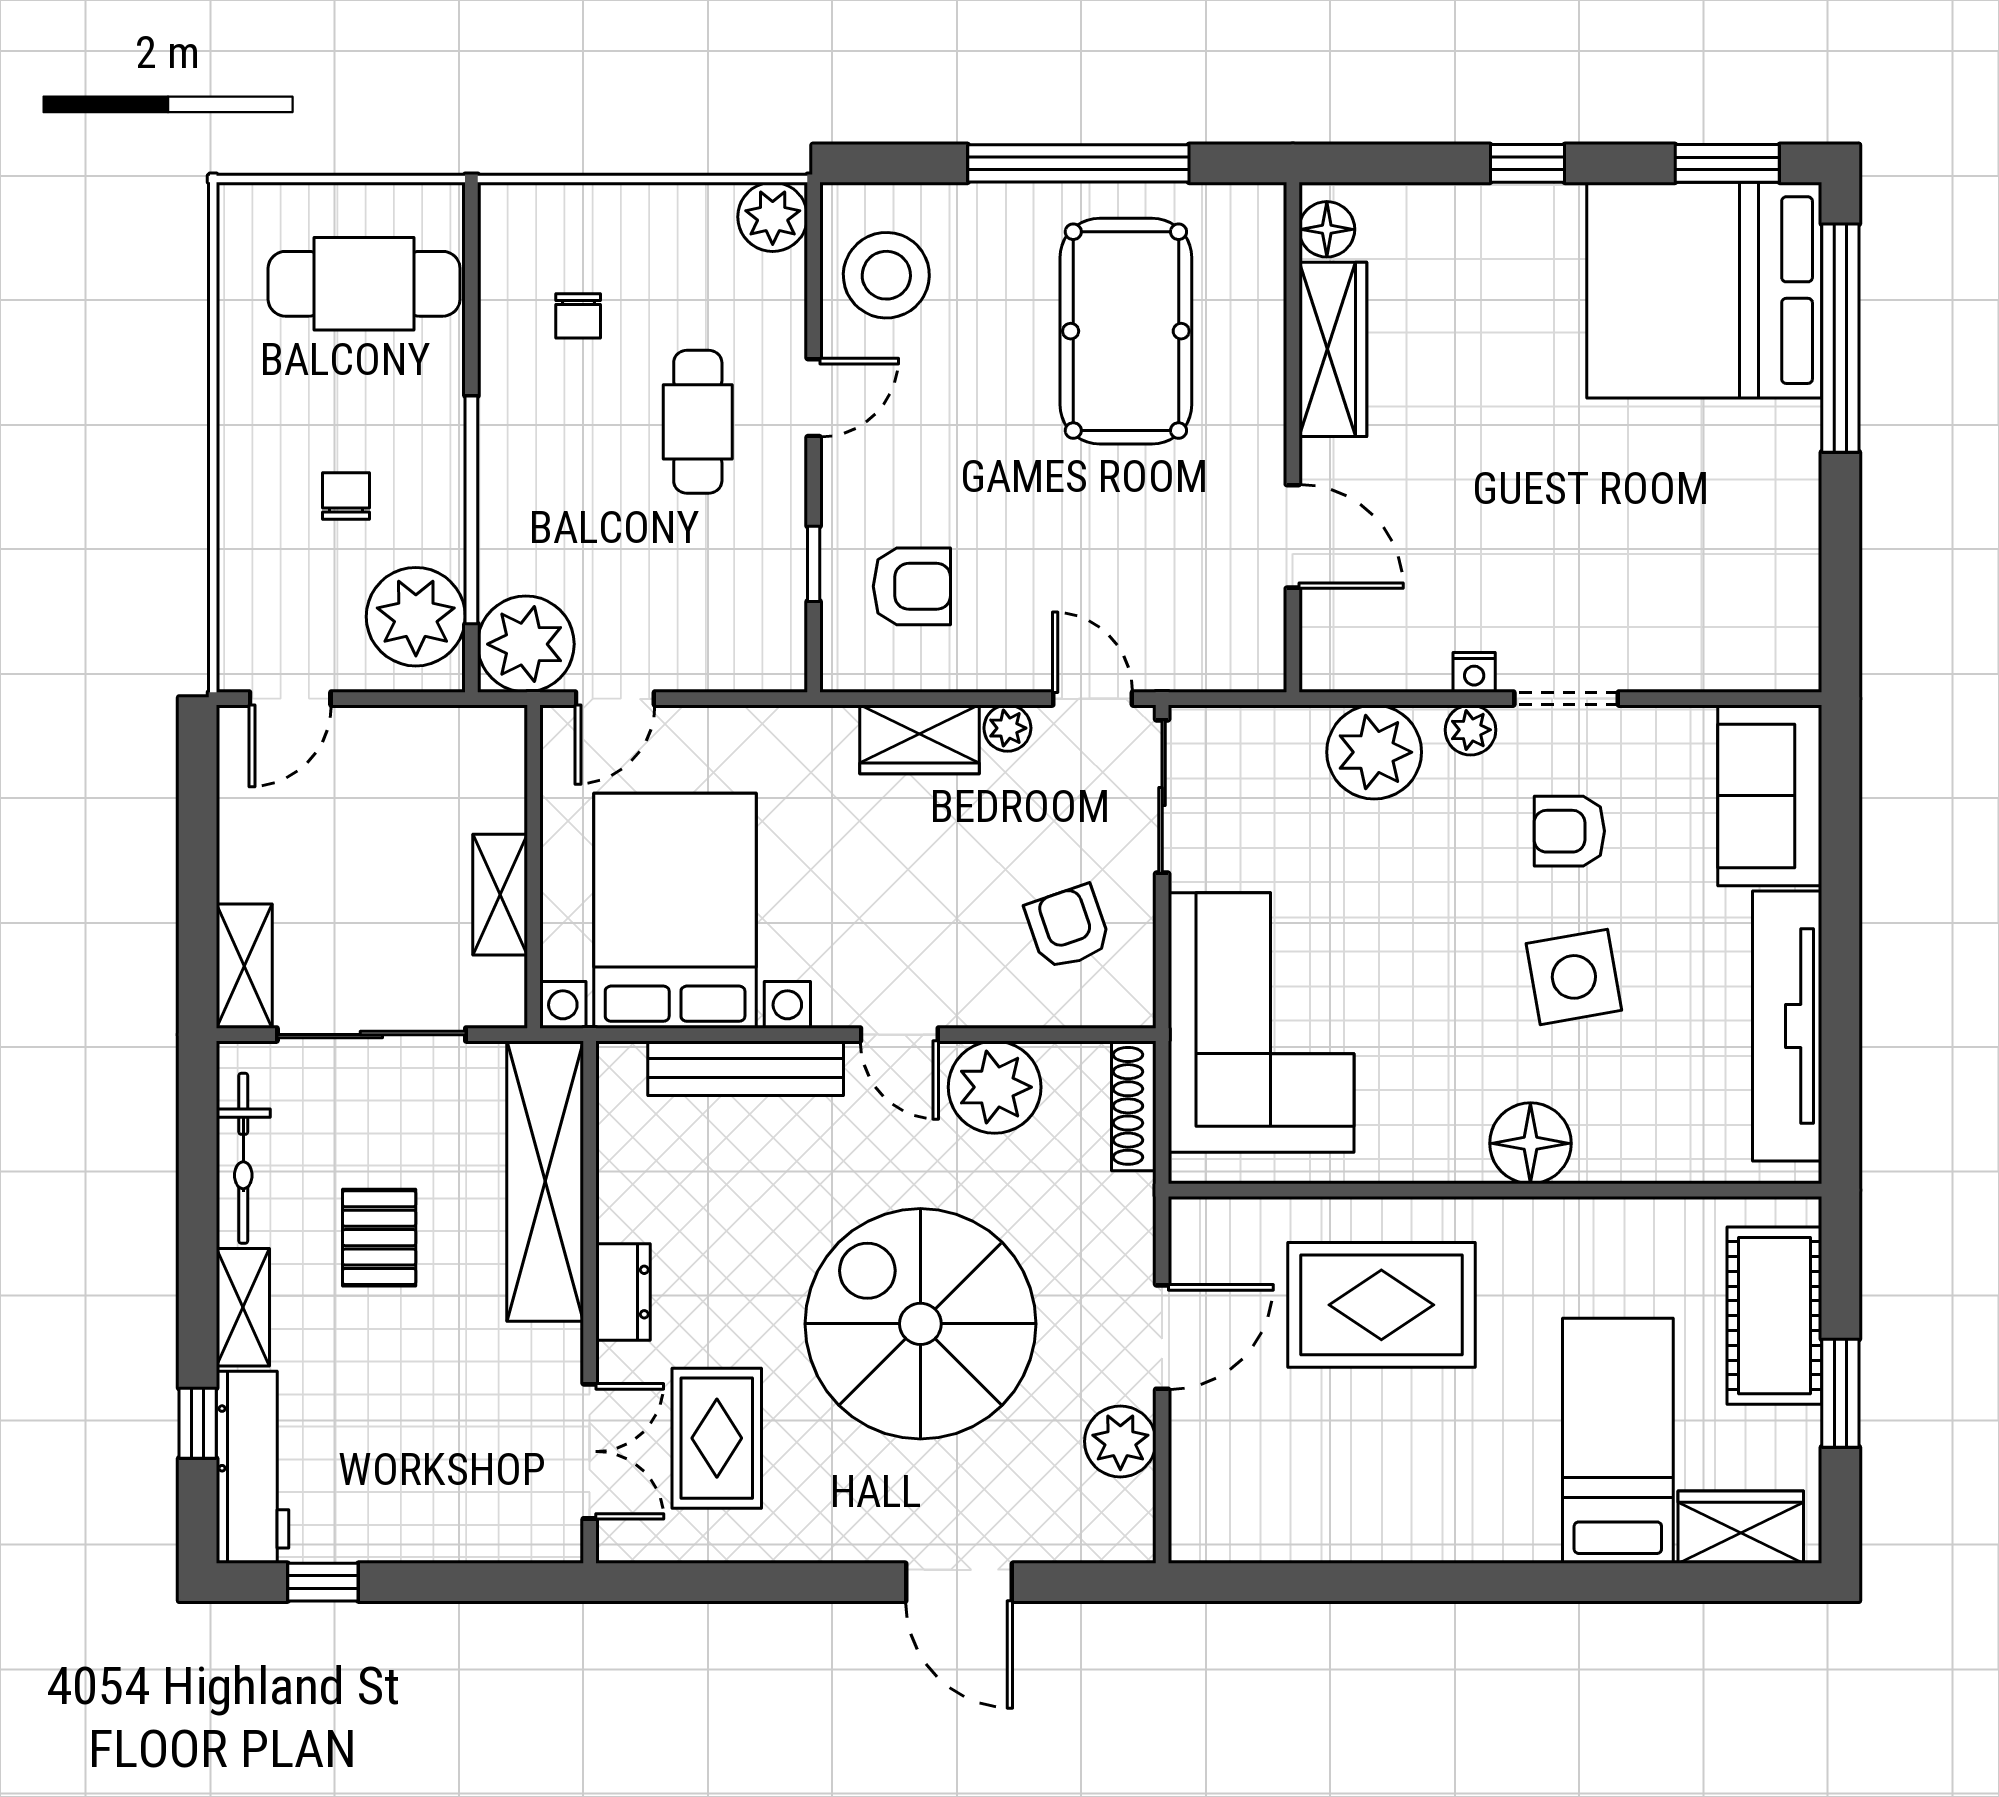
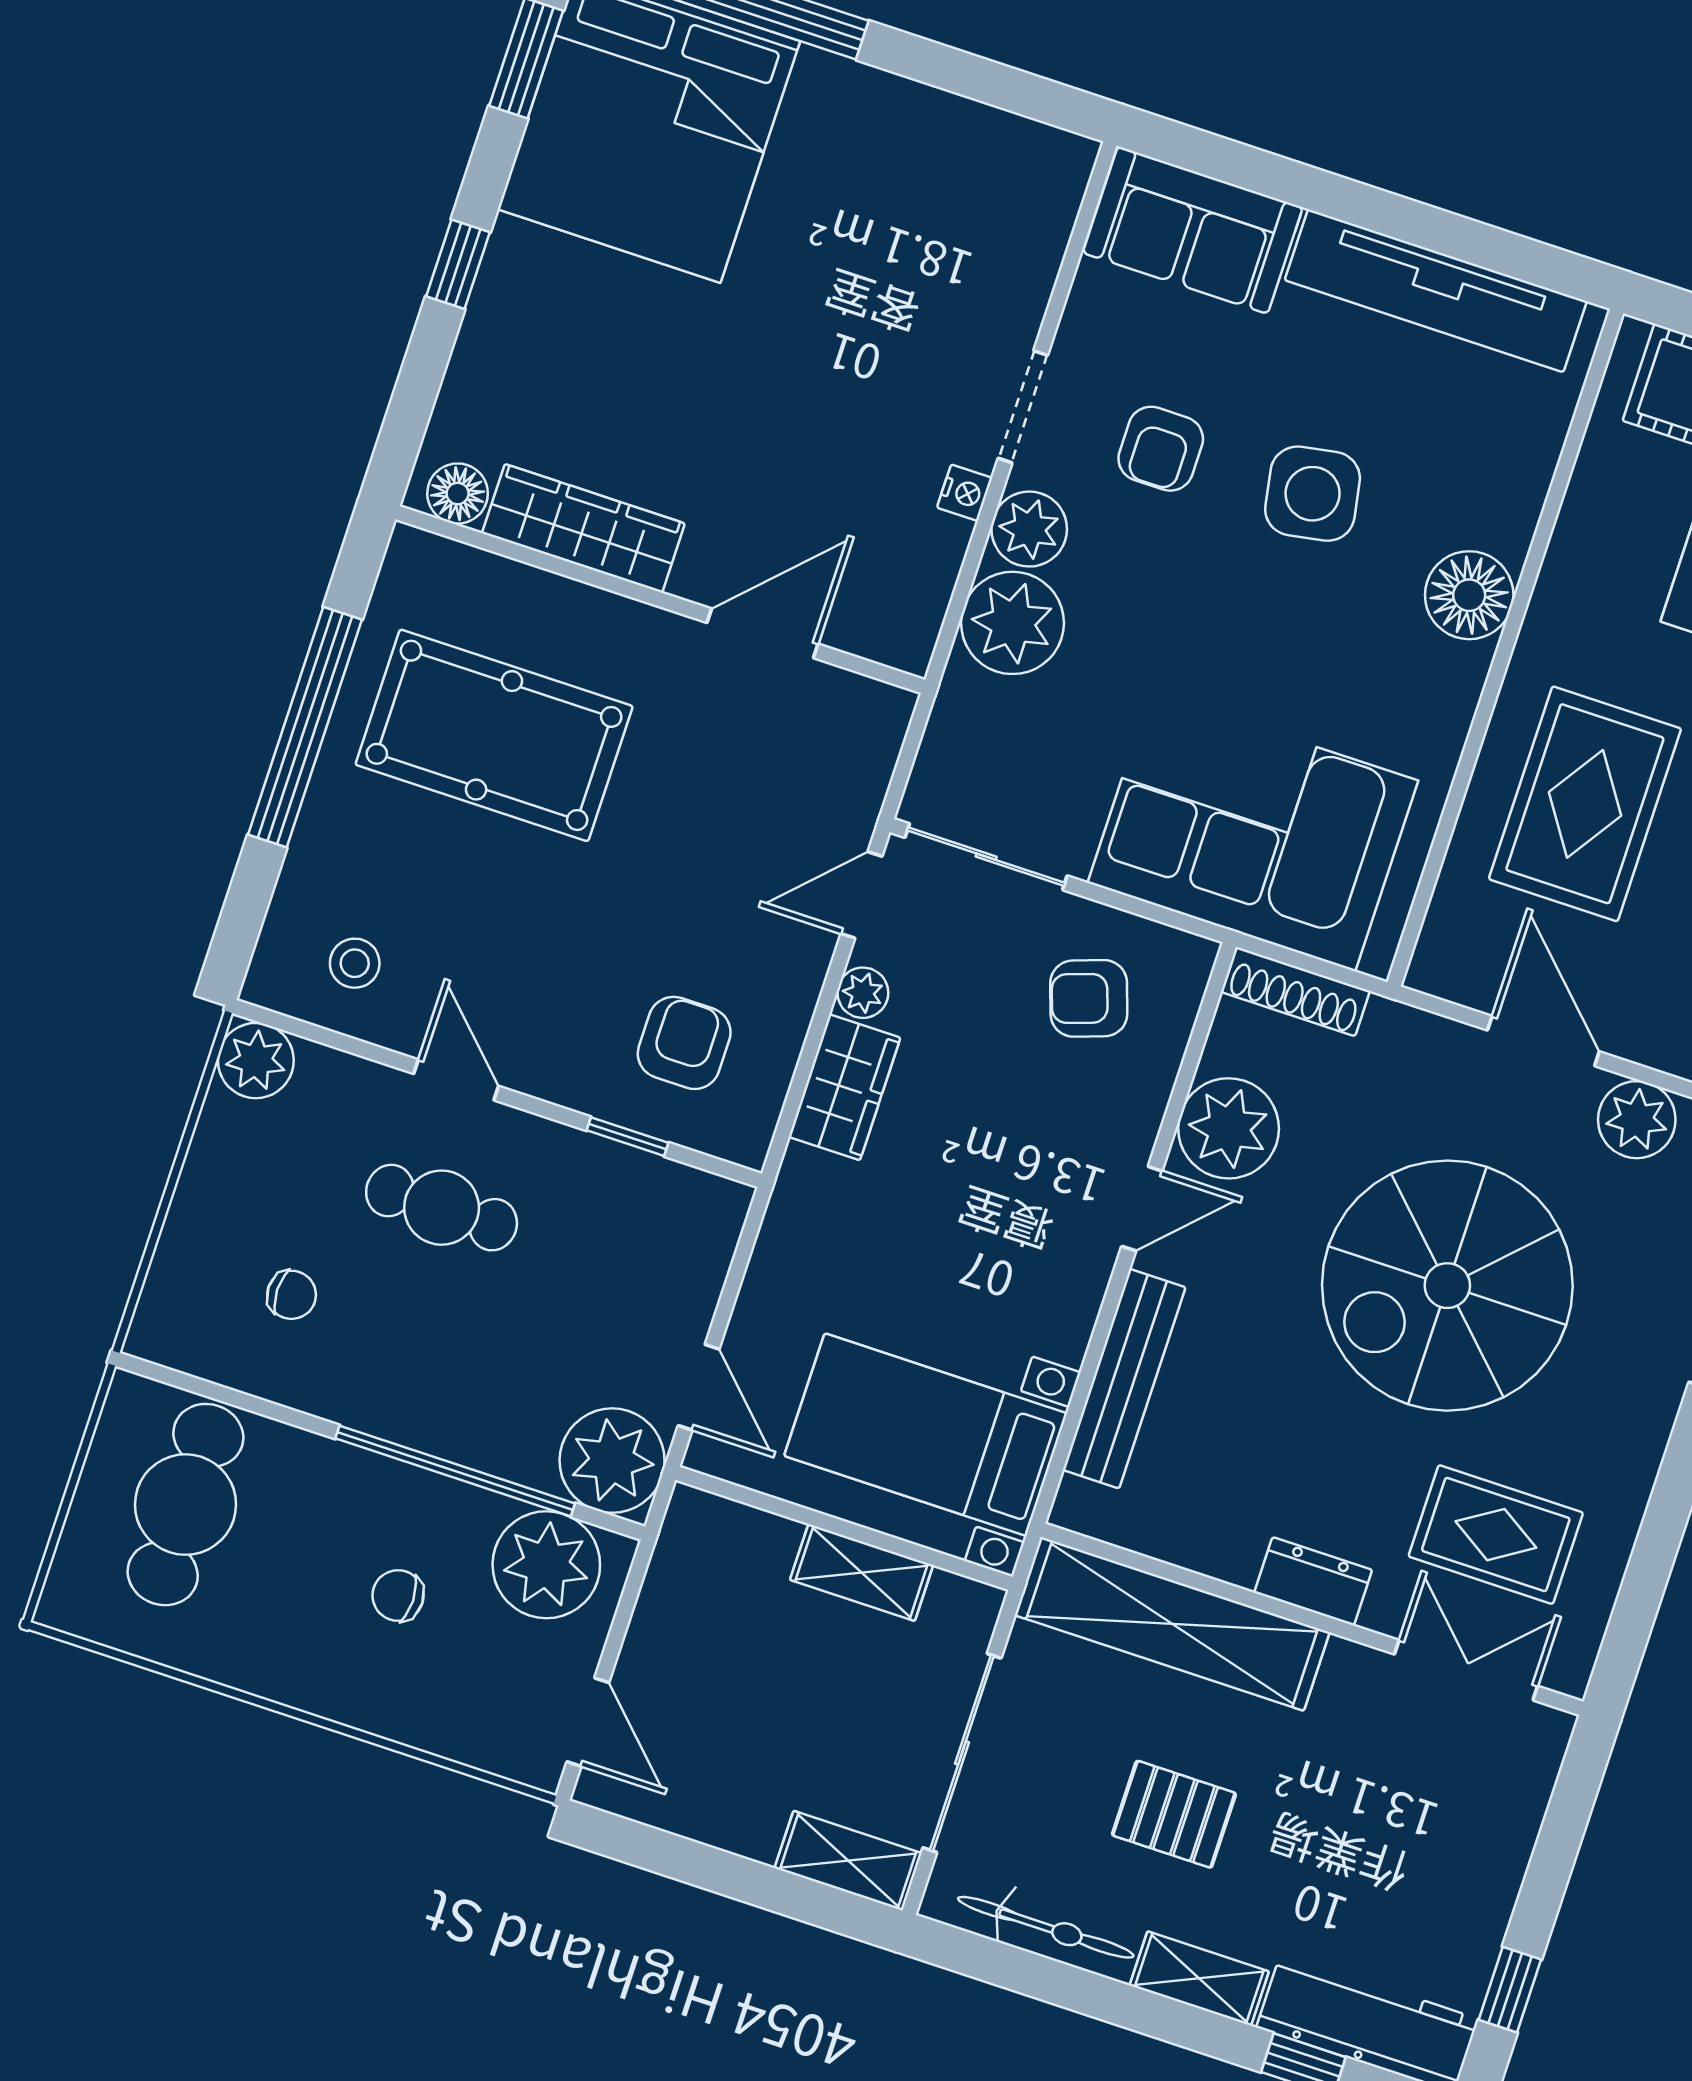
stool: (886, 275) -> (355, 963), width x0.53, depth x0.53
plant: (1471, 730) -> (1029, 529), width x1.38, depth x1.38
bed with nightstands: (675, 911) -> (926, 1435), width x0.73

